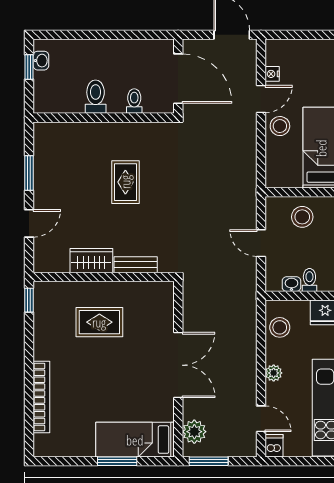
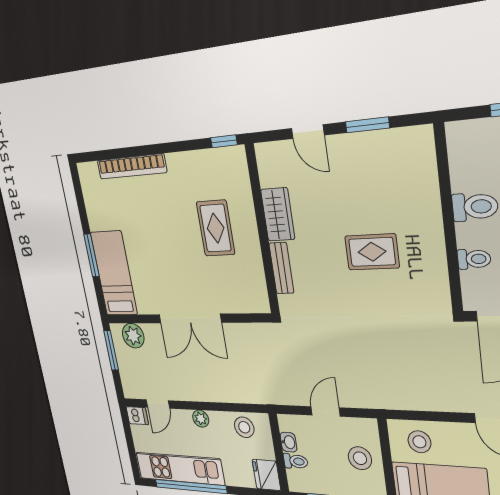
stool: (280, 126) -> (419, 442), moved

